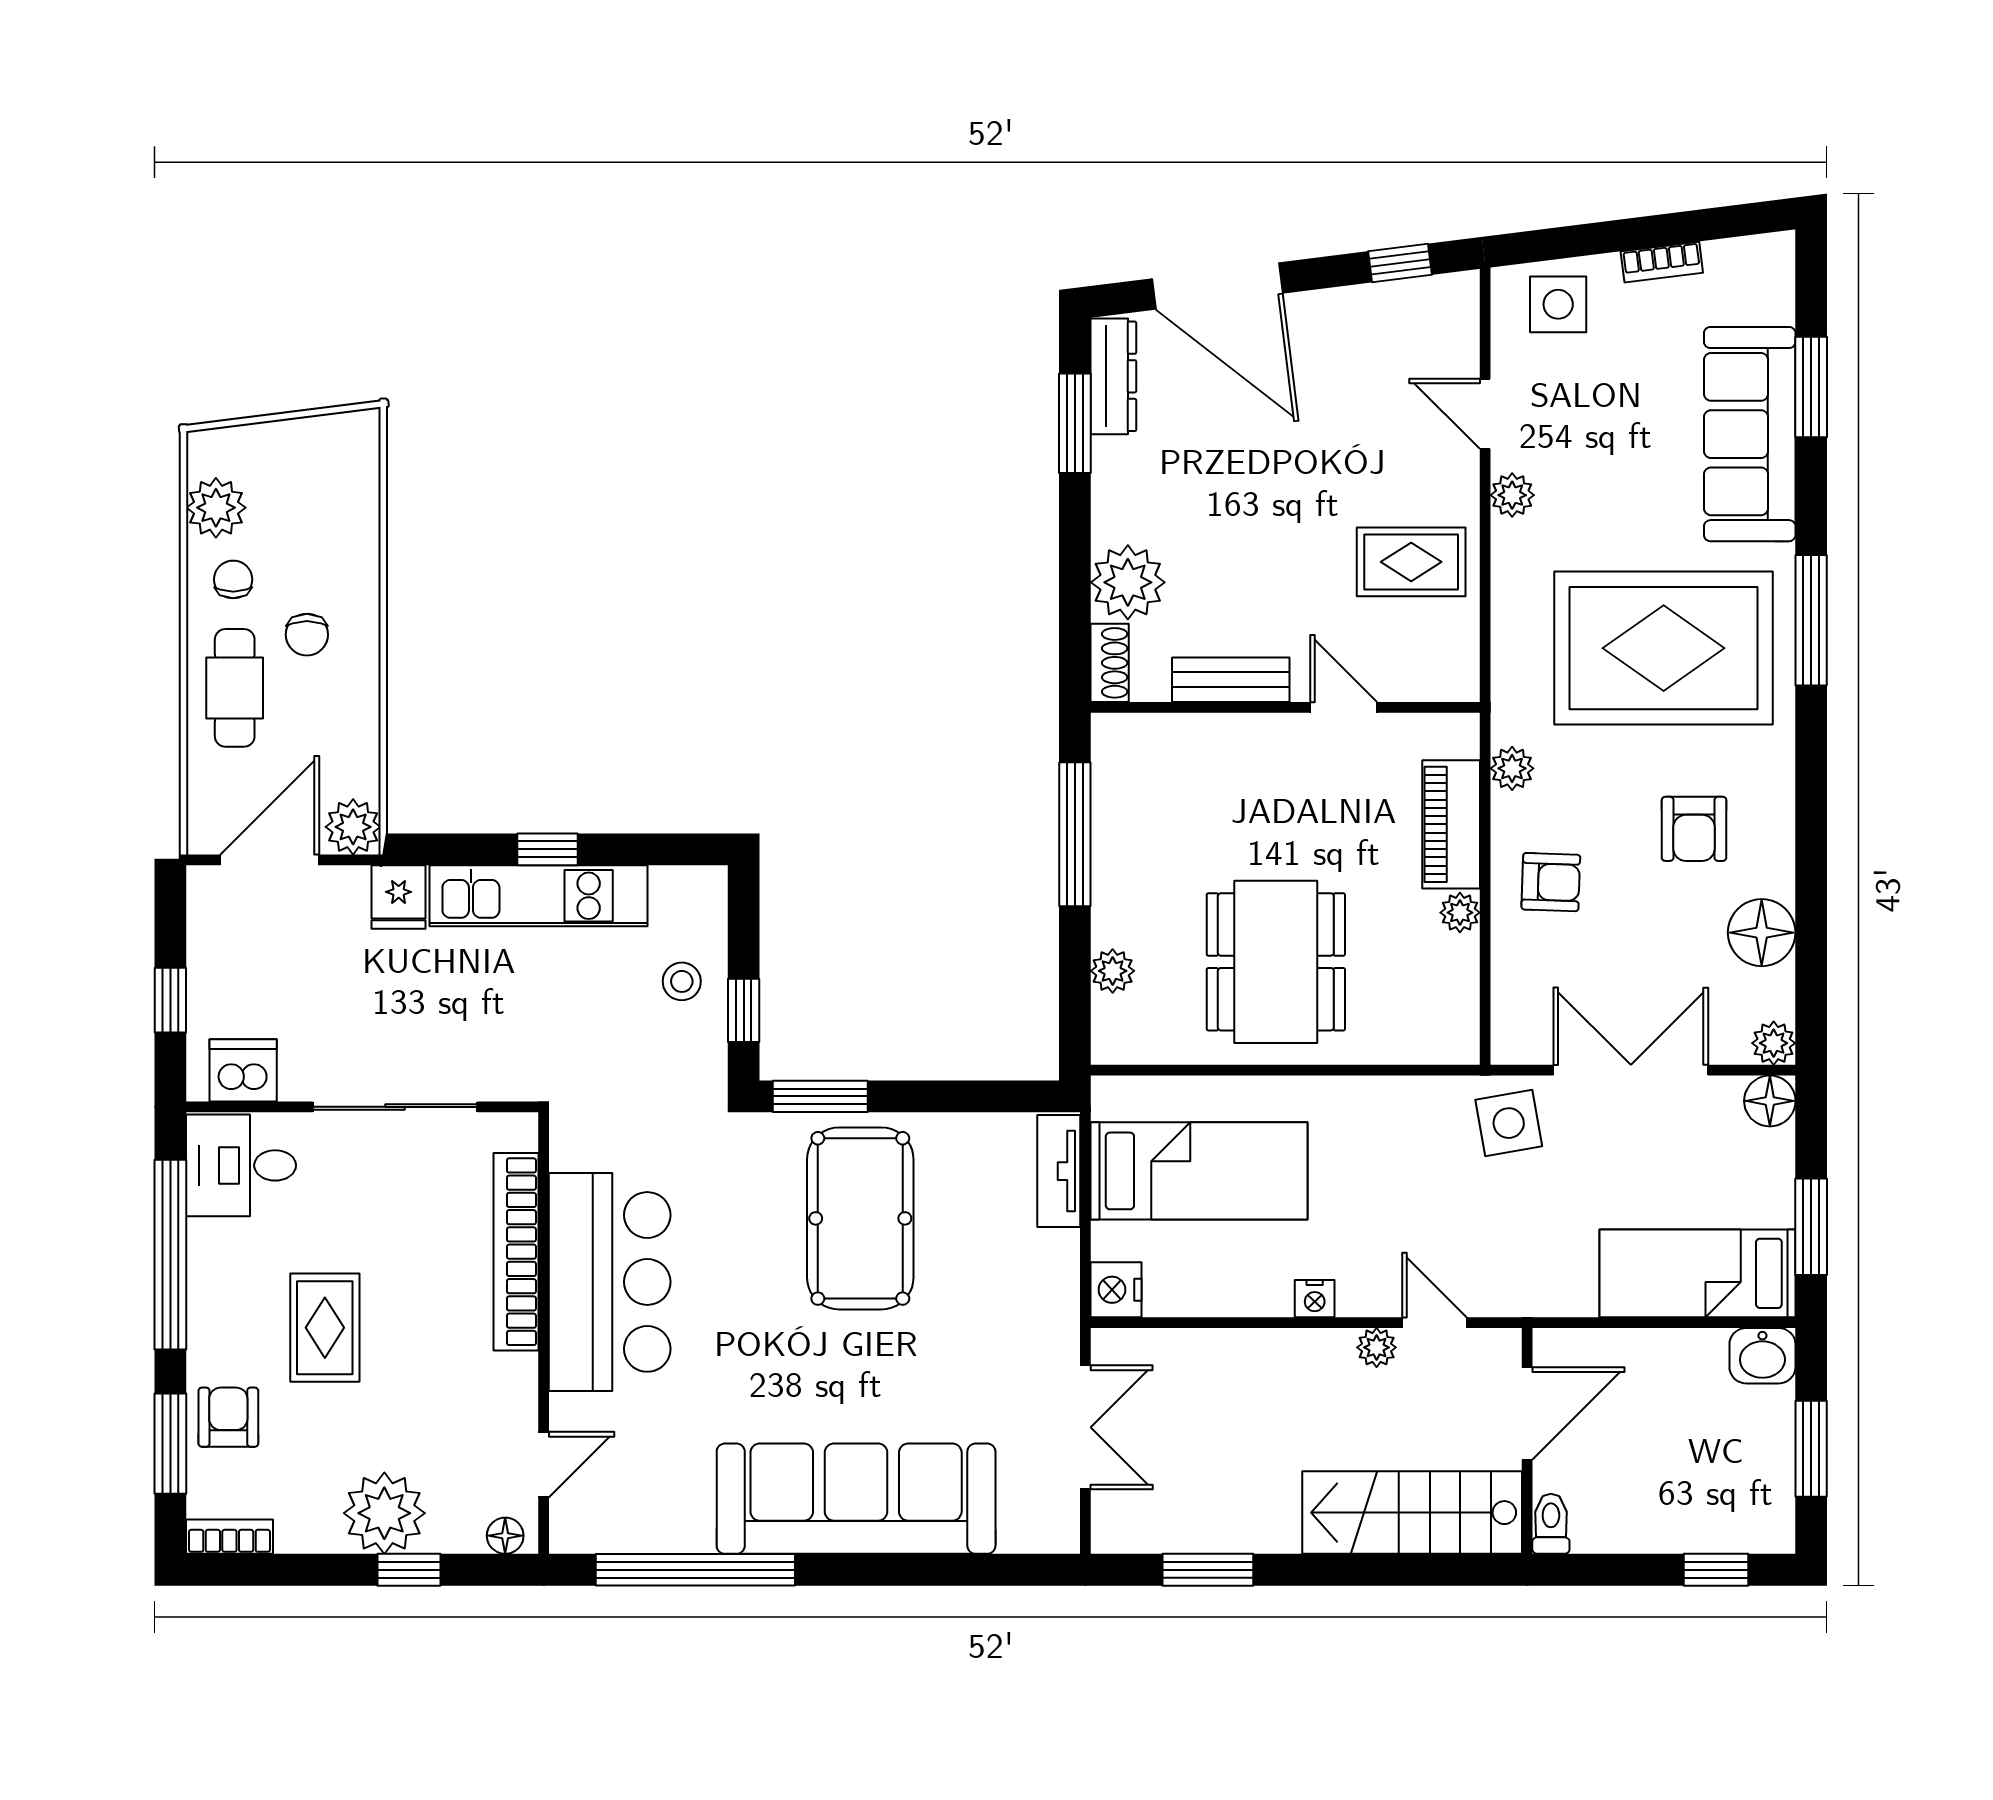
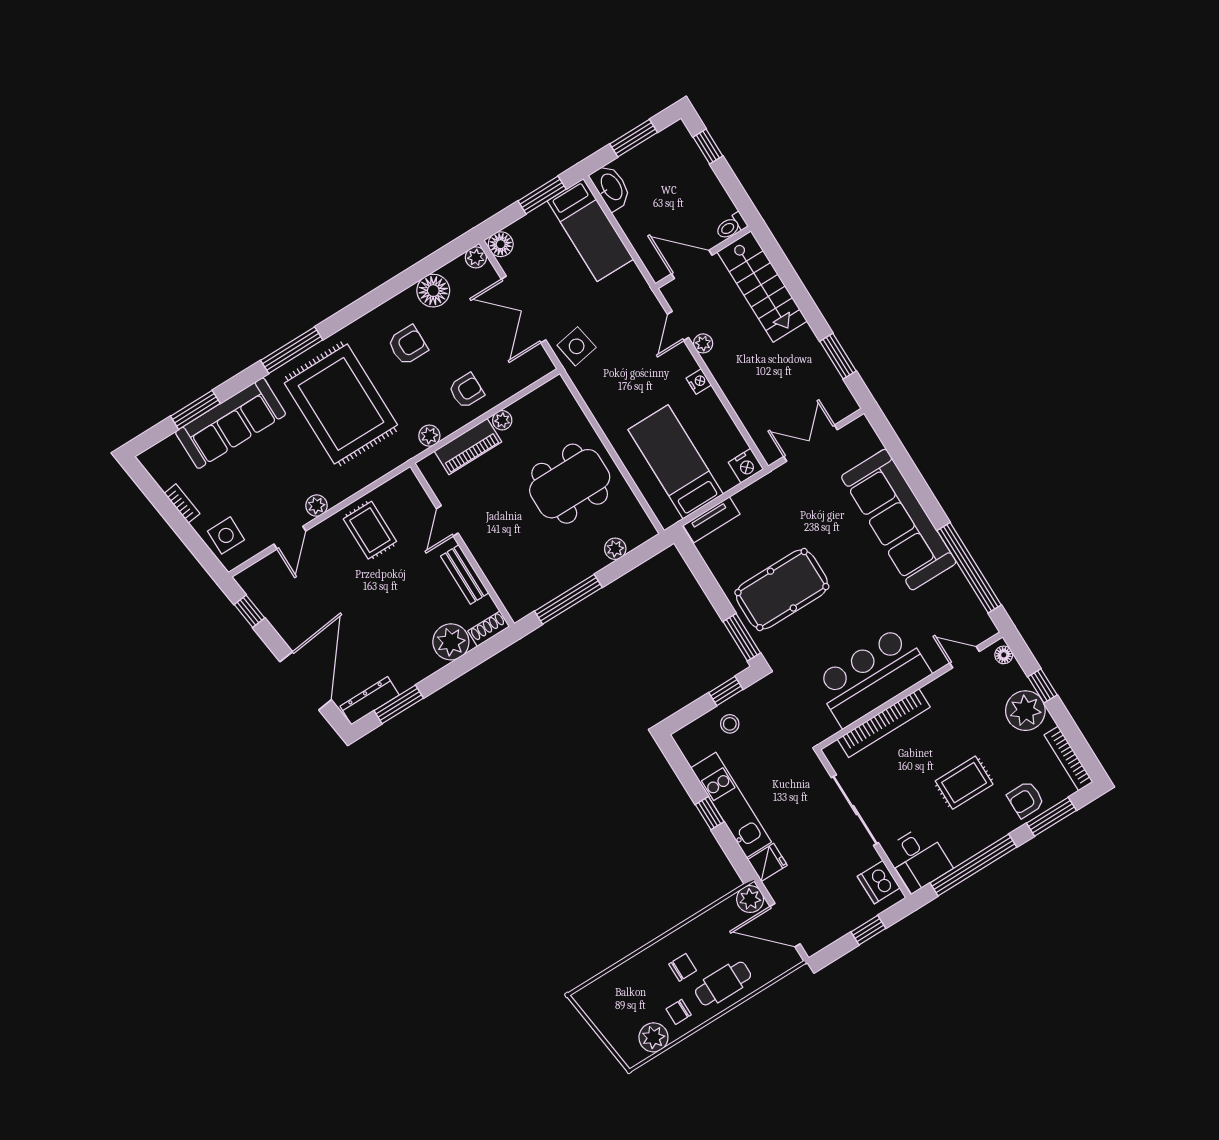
armchair: (1551, 882) -> (466, 391), turned 88
washbasin: (1762, 1356) -> (611, 187), width x1.38
bookcase: (229, 1537) -> (1068, 758), width x1.56

